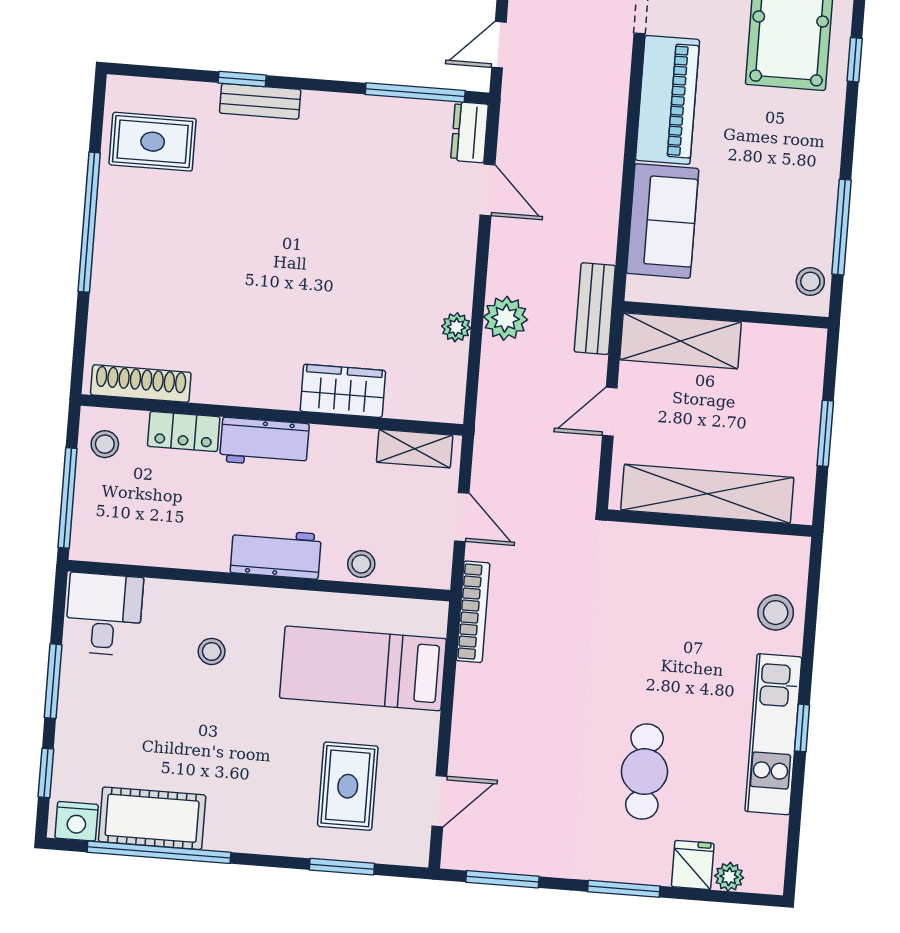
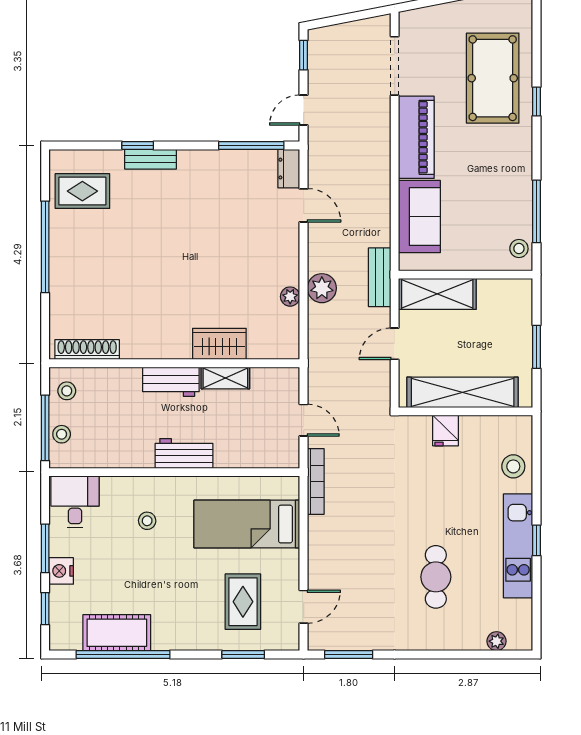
locker: (184, 432) -> (118, 379), removed
shelving: (415, 449) -> (225, 378), moved
stool: (361, 564) -> (62, 434), moved
nightstand: (77, 821) -> (61, 571), moved, turned 90
fridge: (693, 865) -> (446, 430), moved, turned 180
window: (624, 889) -> (428, 655), removed

